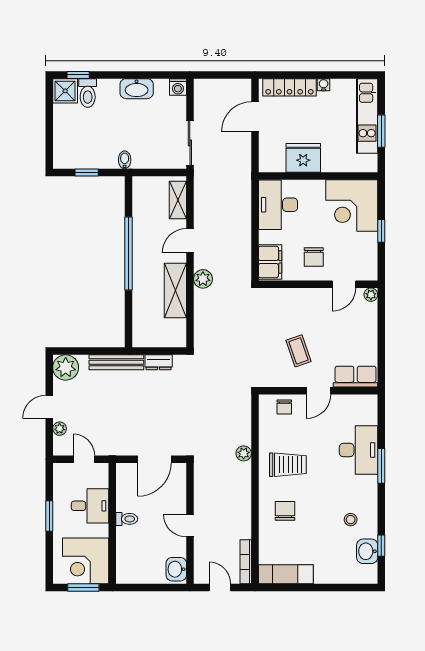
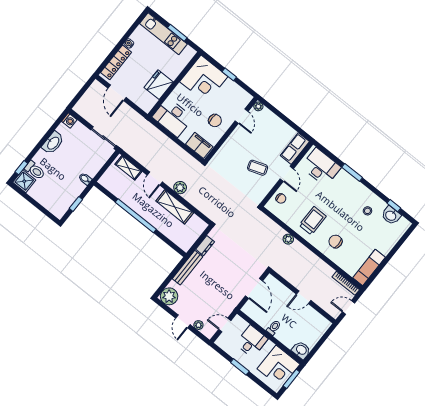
desk: (358, 450) -> (321, 167), moved
washbasin: (176, 569) -> (301, 350), moved, turned 180

